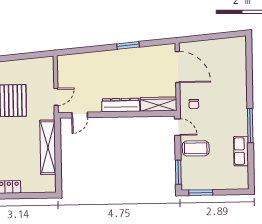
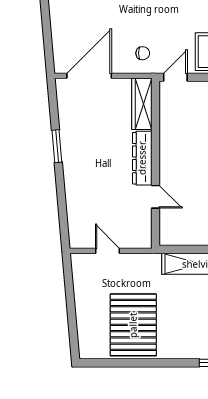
door: (56, 97) -> (108, 251), moved
door: (80, 115) -> (156, 197), moved

